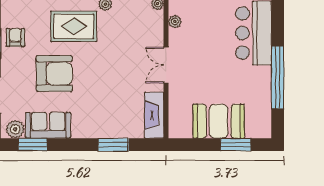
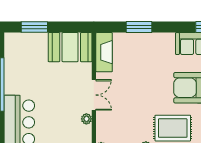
plant: (175, 22) -> (86, 119), moved
booth: (219, 121) -> (70, 47), moved

